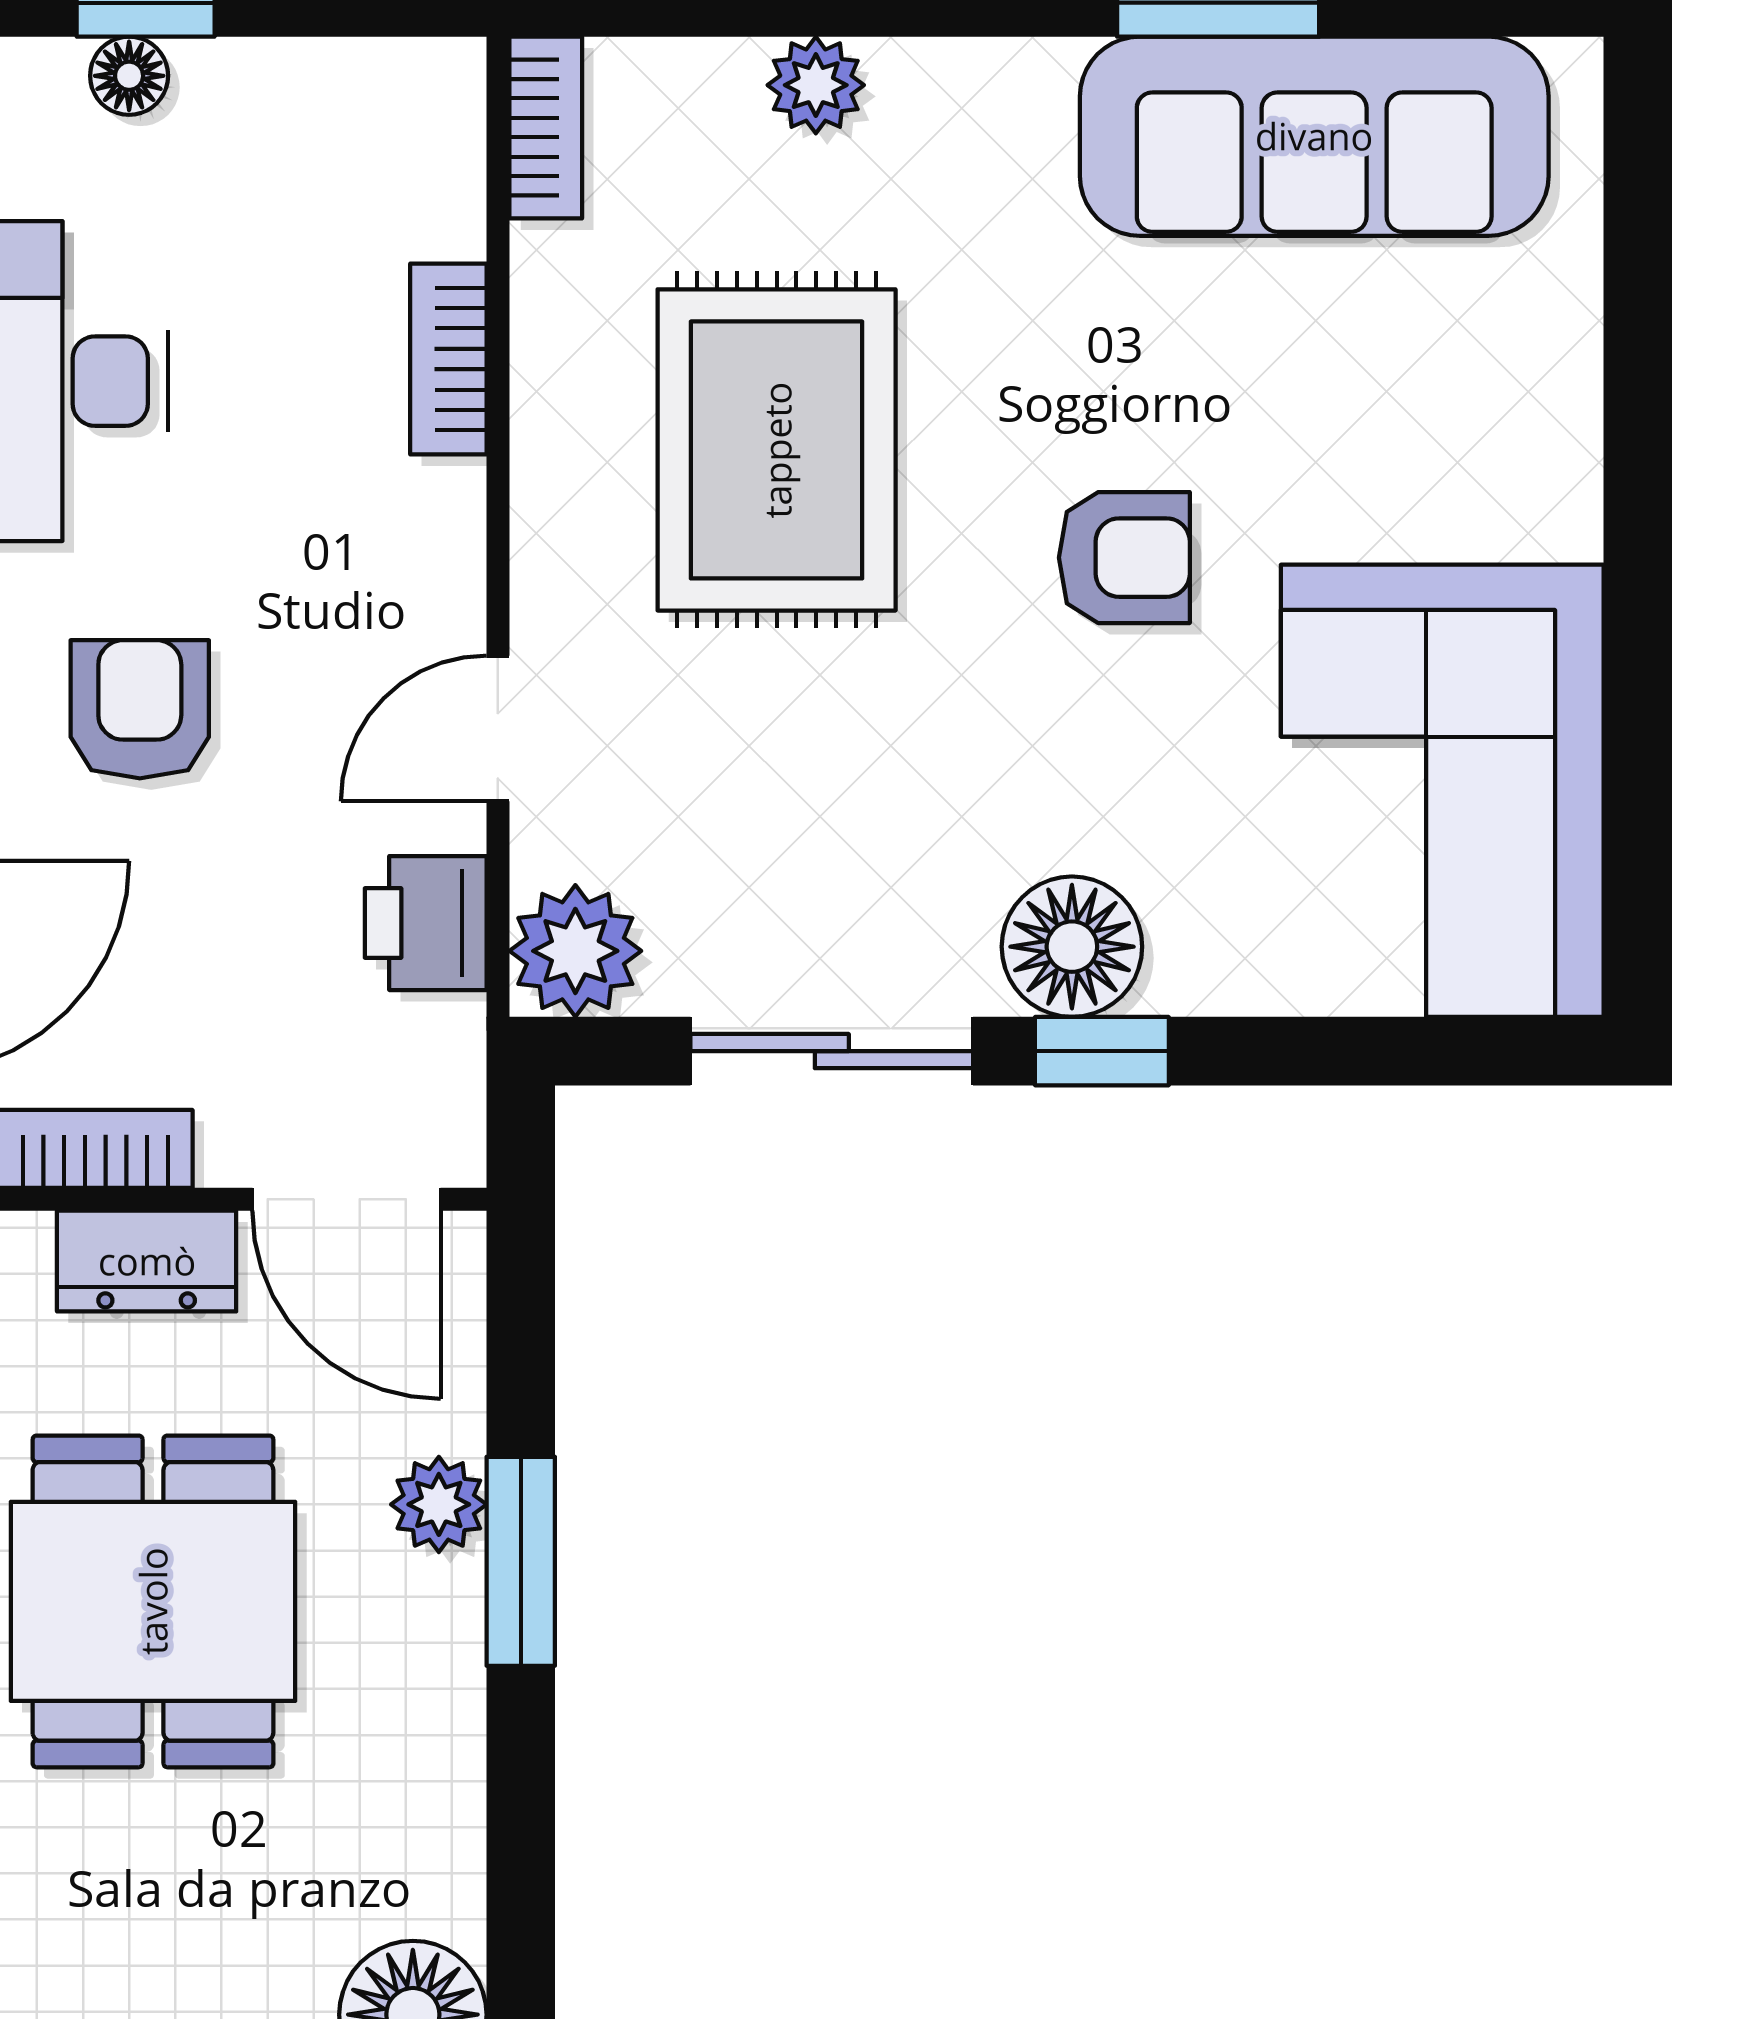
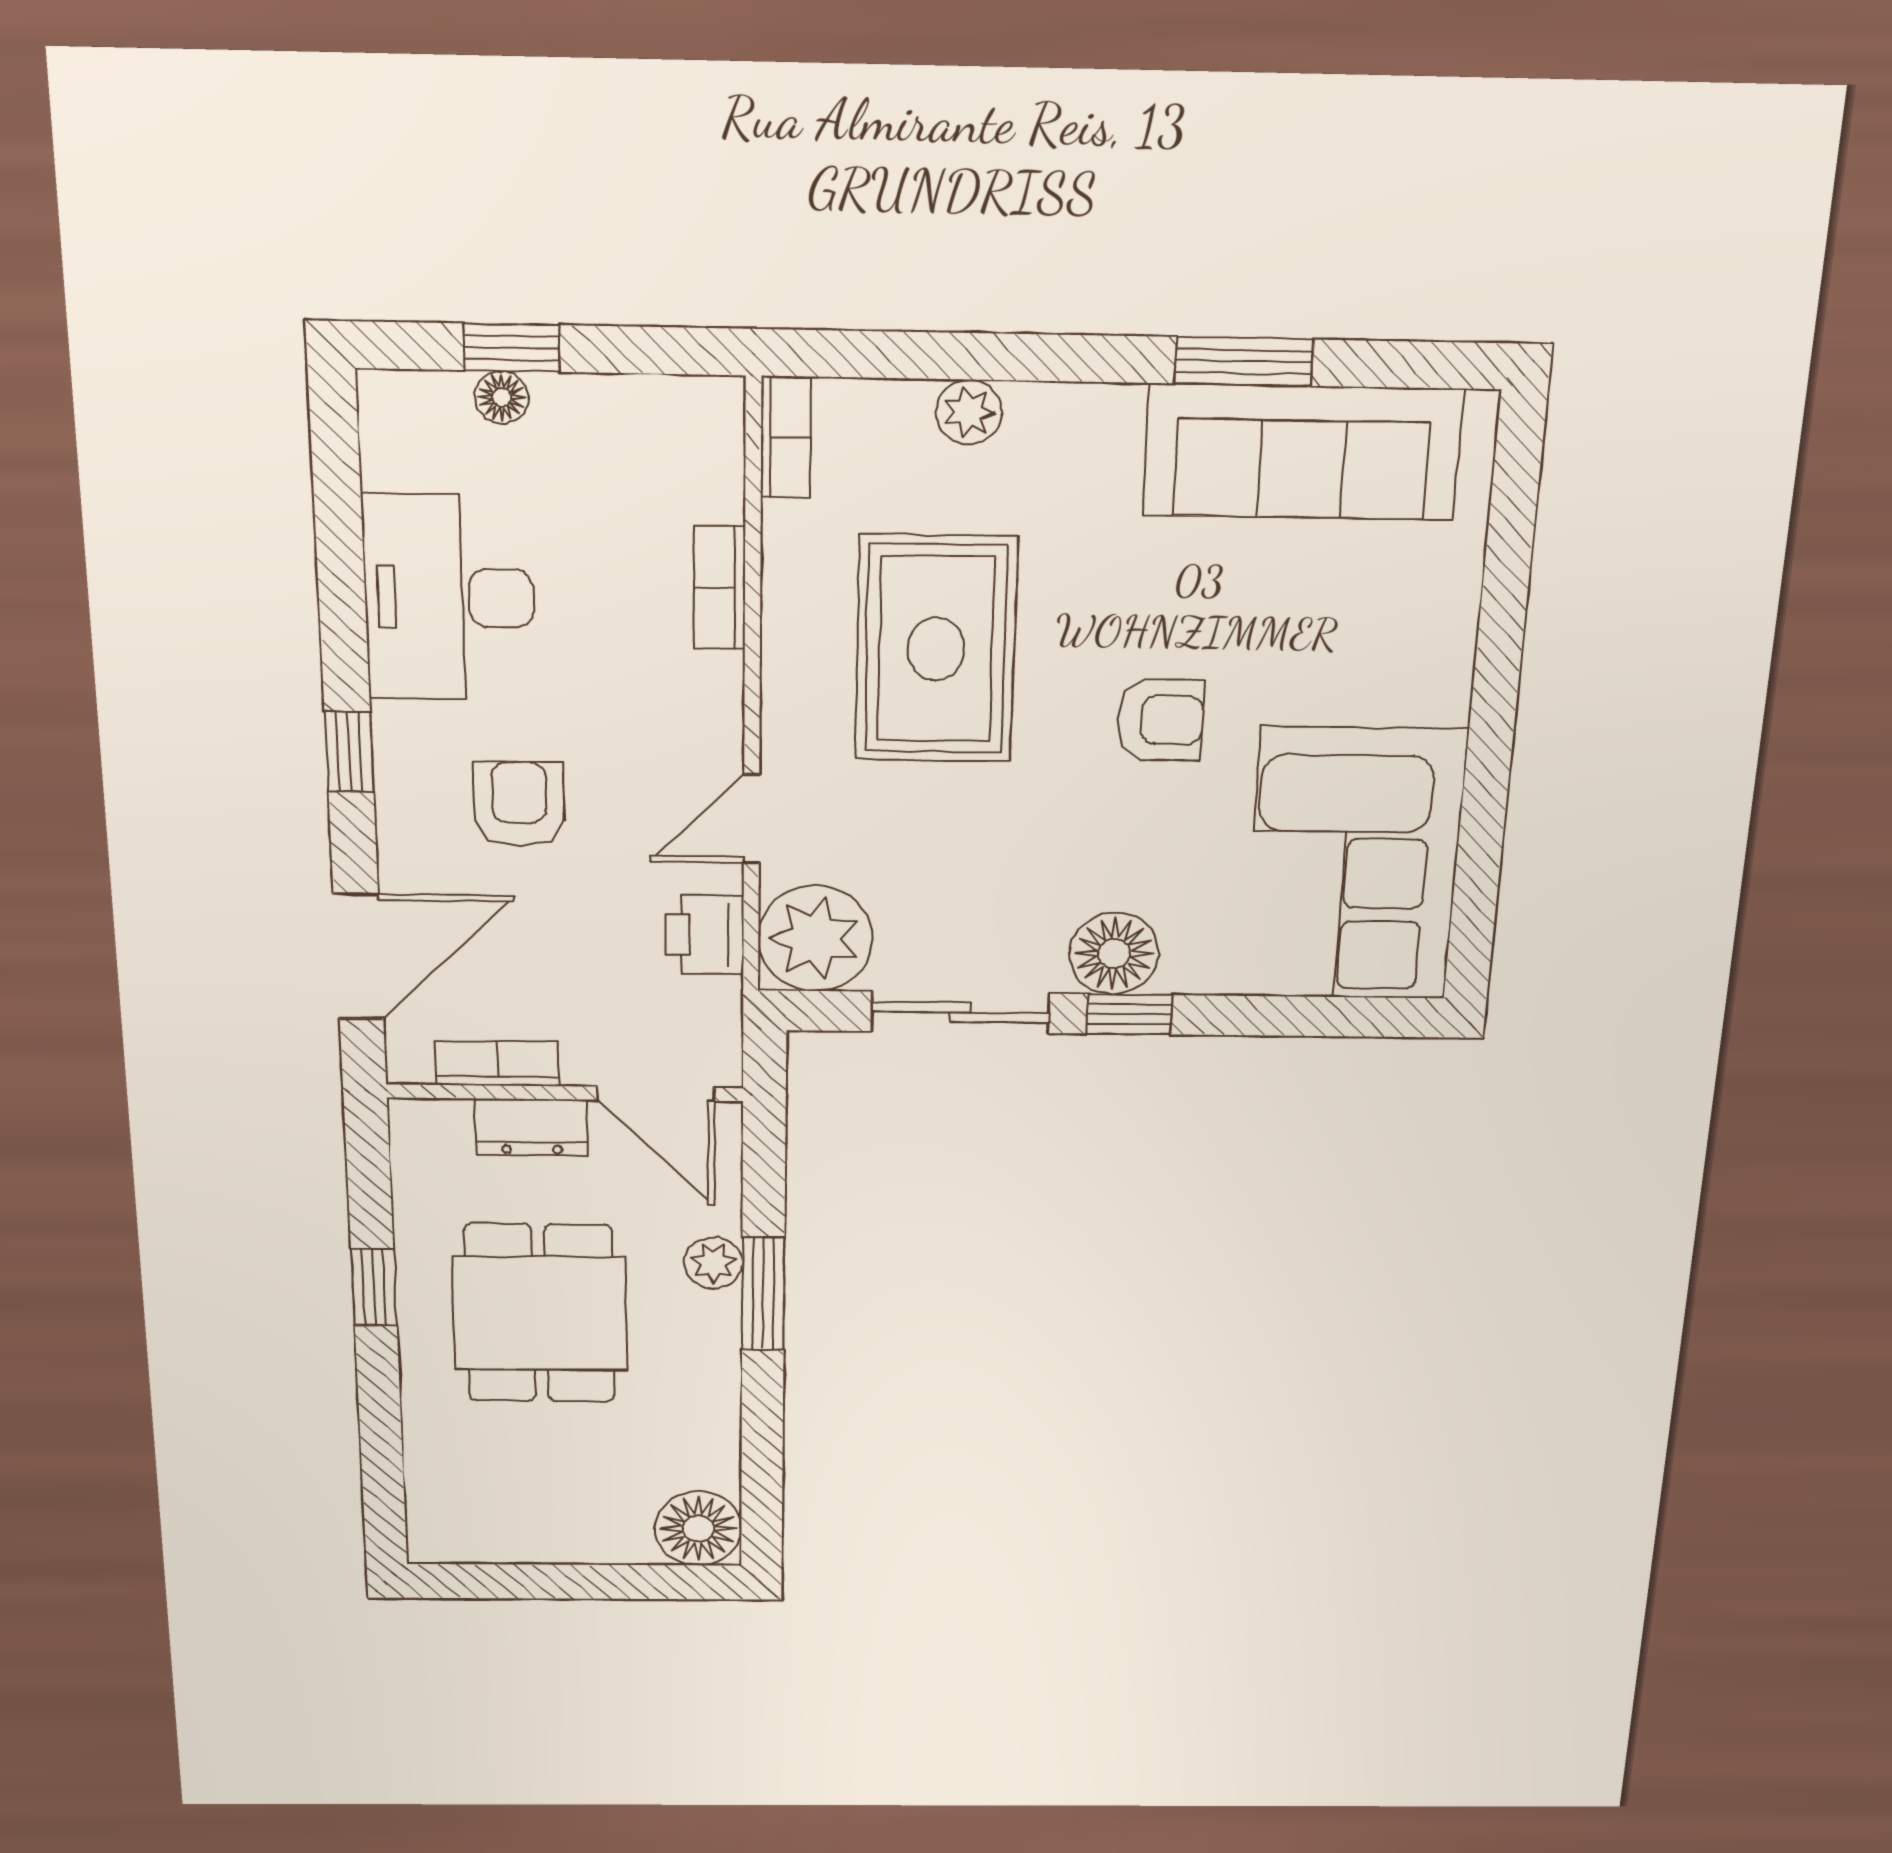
plant: (575, 951) -> (815, 938), width x1.36, depth x1.36

